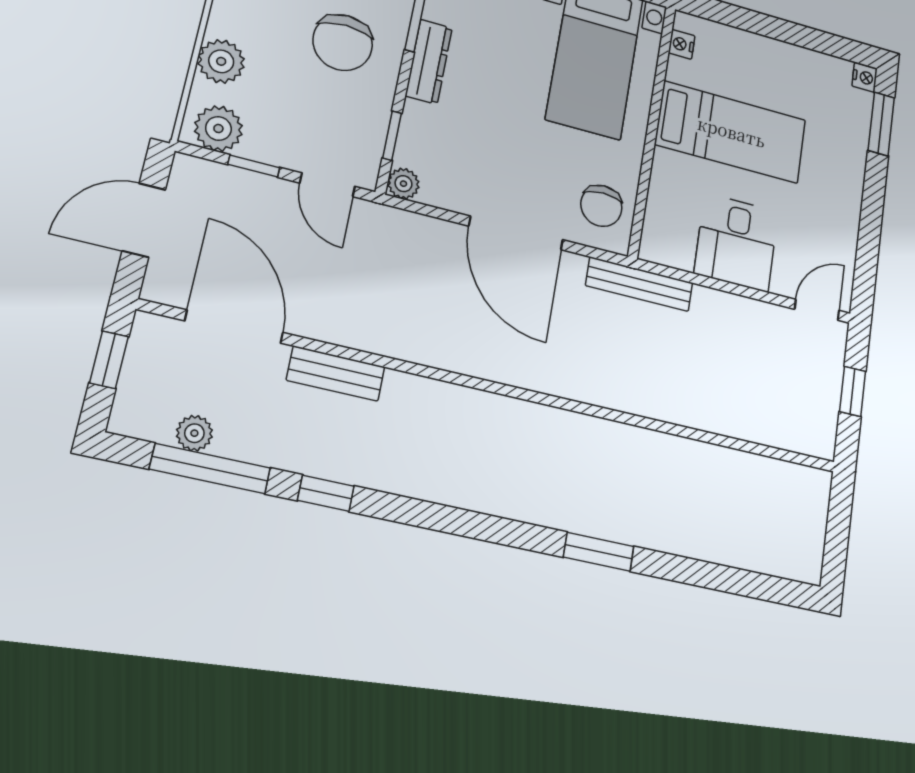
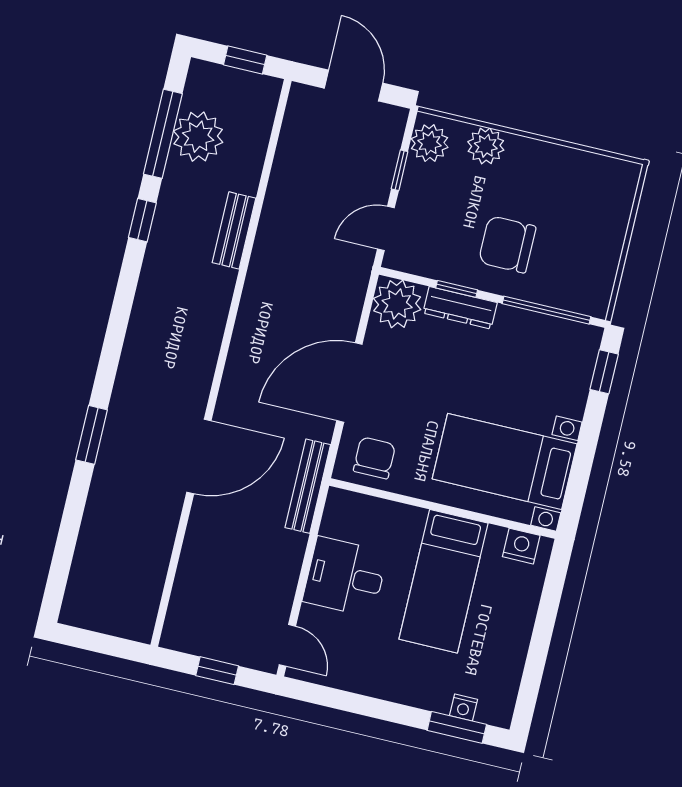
nightstand: (682, 44) -> (521, 546), width x1.39, depth x1.35
dresser: (429, 62) -> (460, 308), moved
nightstand: (865, 77) -> (463, 707), moved
window: (392, 136) -> (457, 289), moved
plant: (403, 184) -> (397, 304), width x1.88, depth x1.88
chair: (601, 206) -> (374, 458), turned 90
door: (234, 327) -> (199, 456), moved
plant: (194, 433) -> (198, 137), width x1.88, depth x1.88

